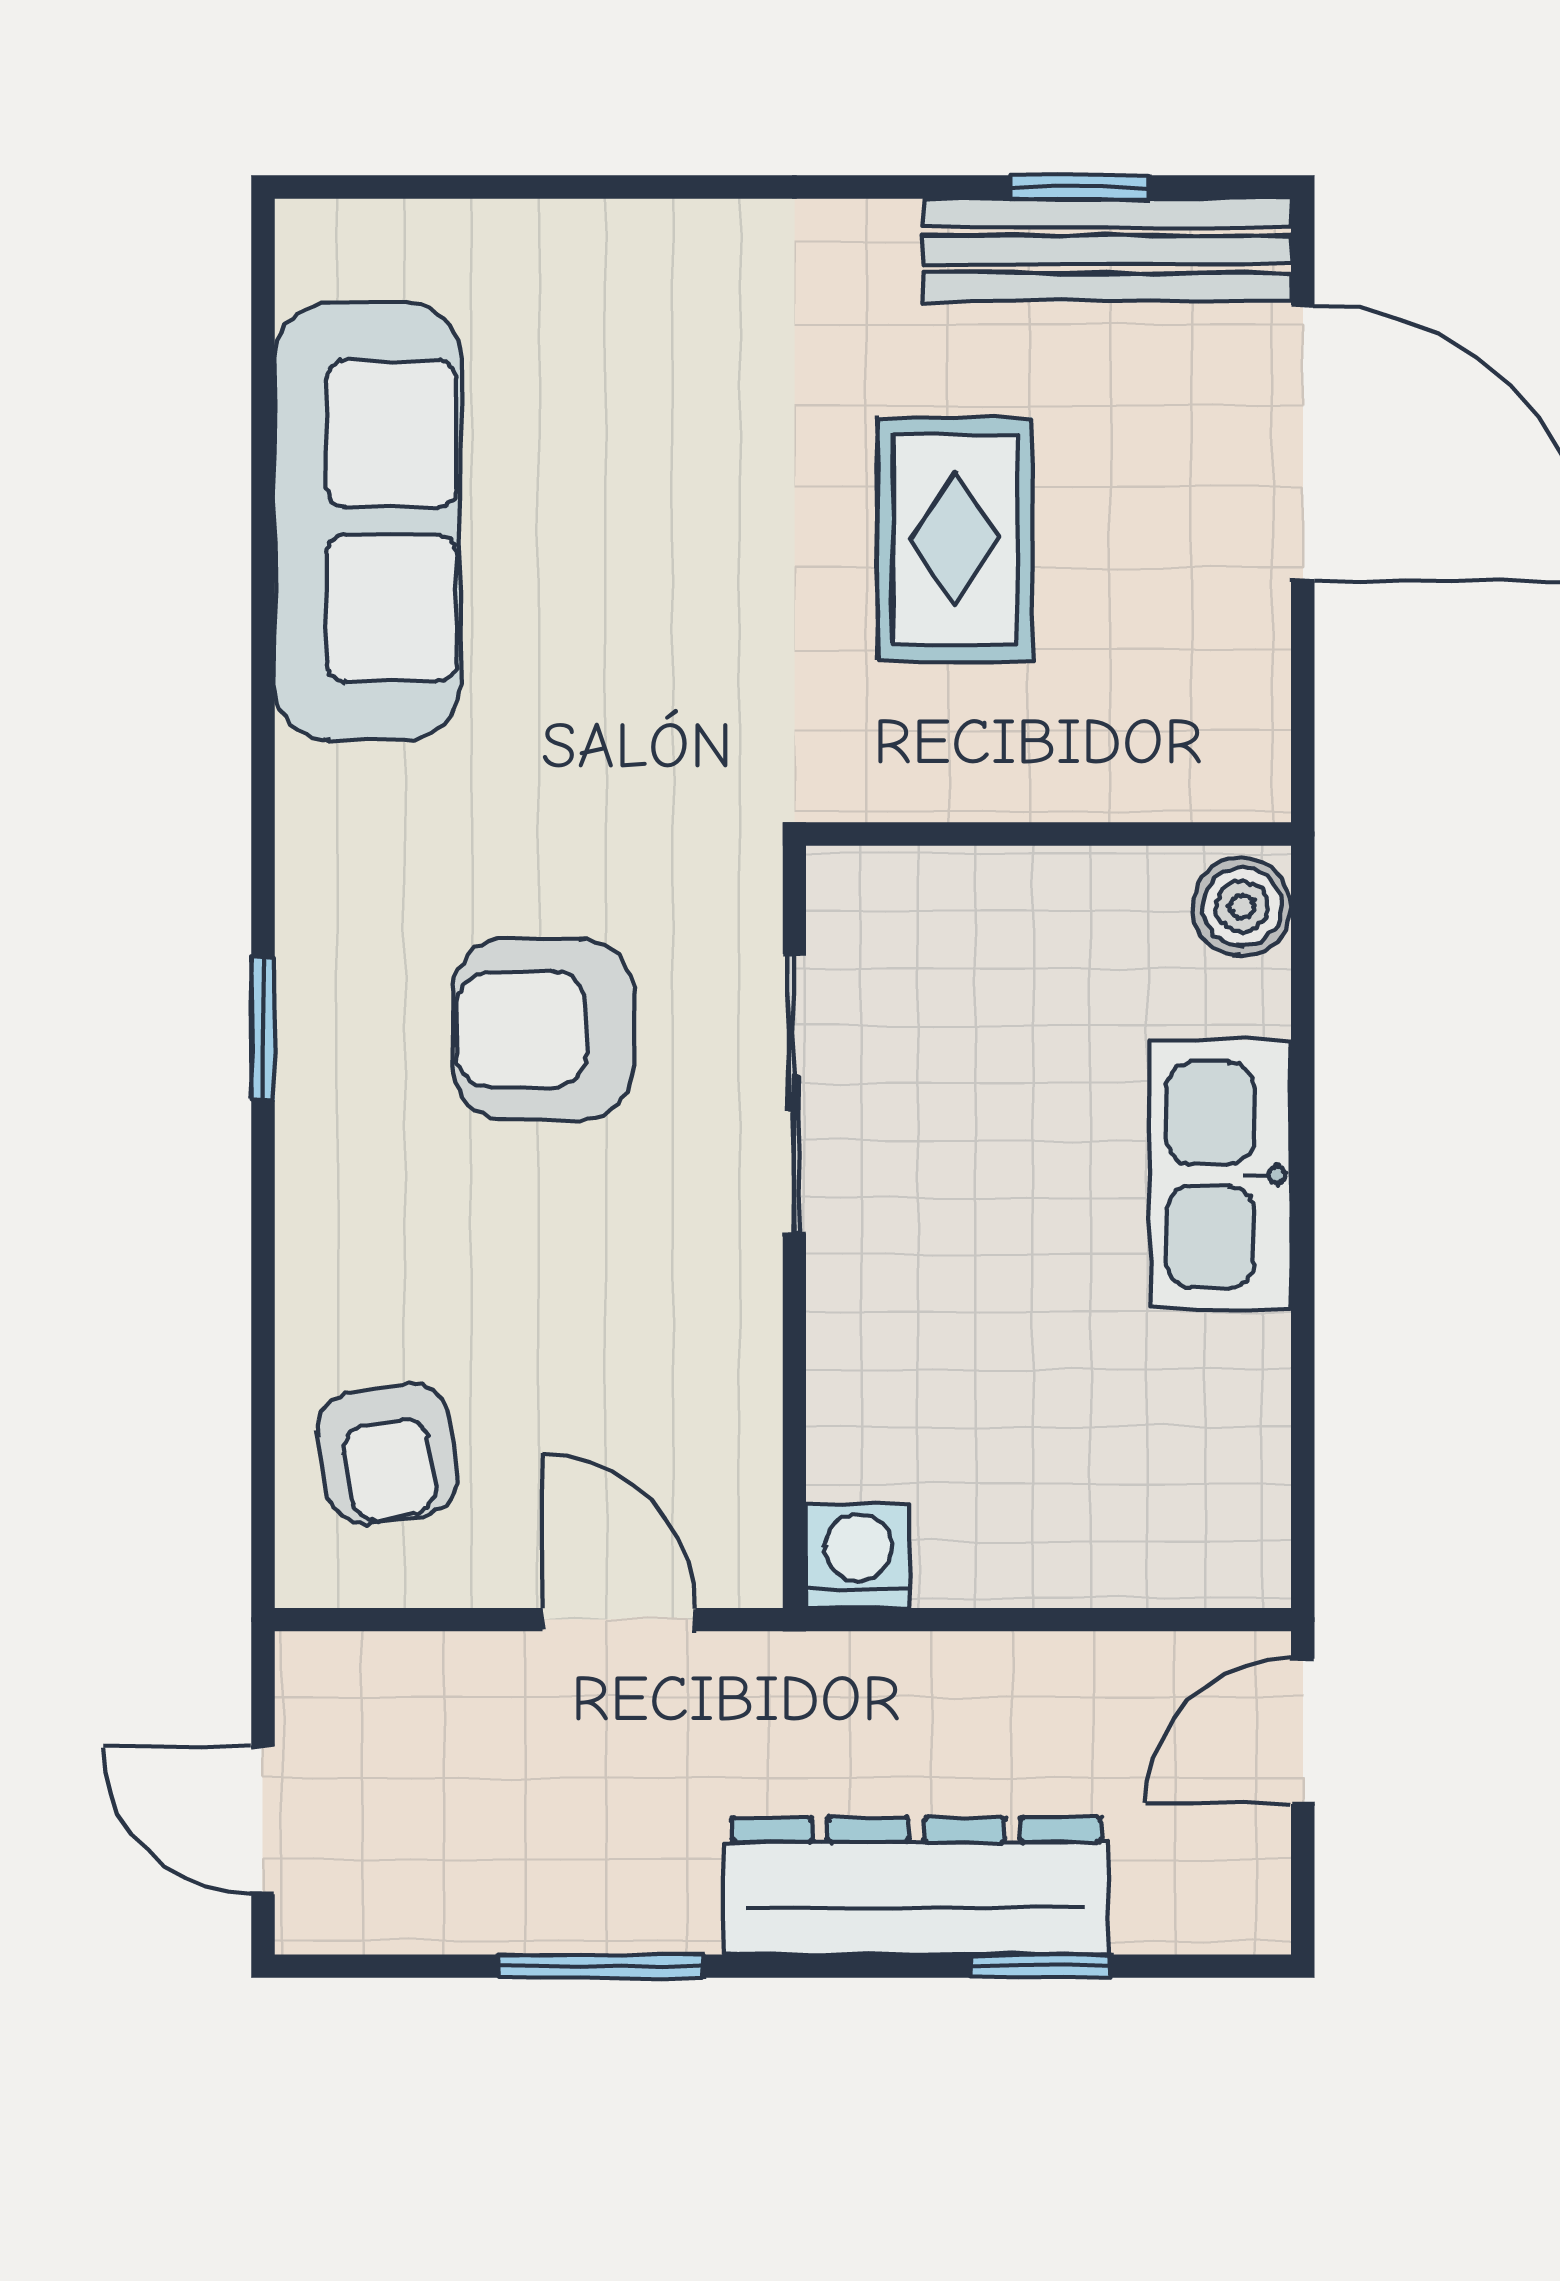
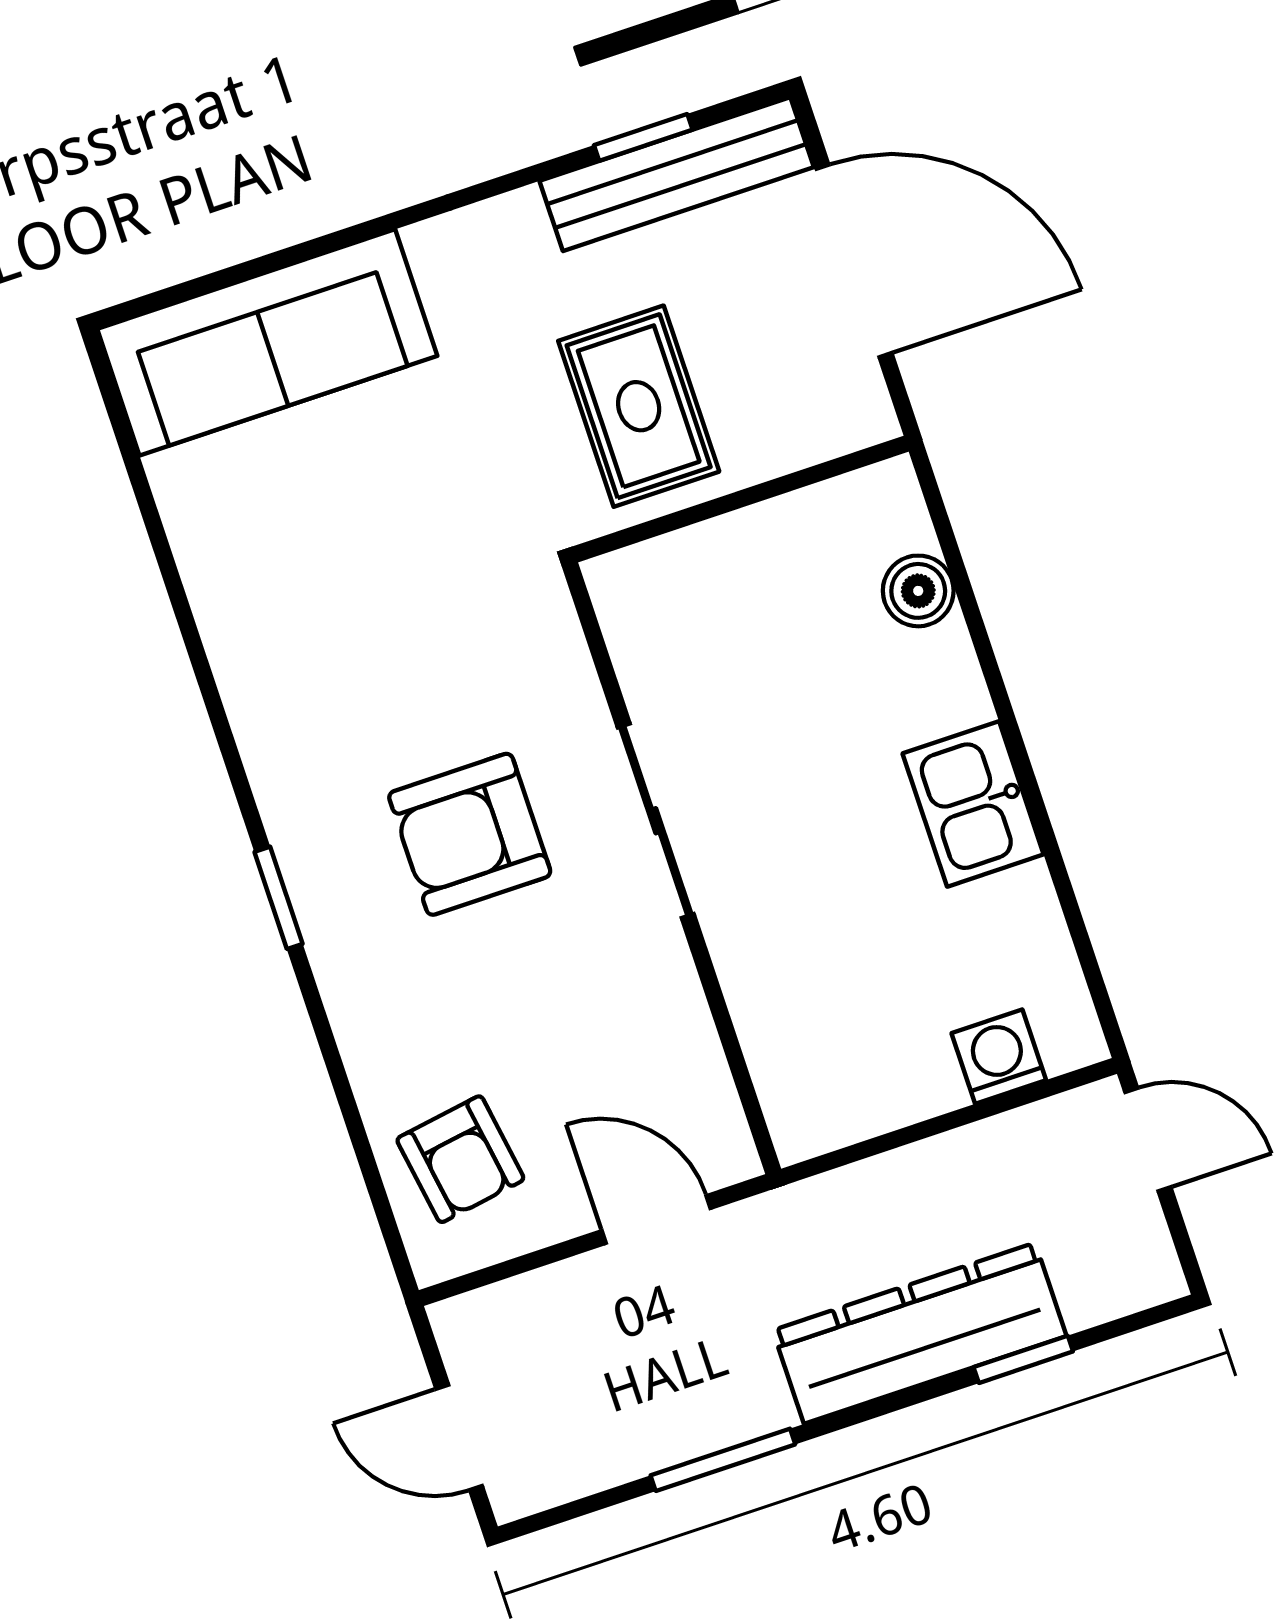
sofa: (367, 521) -> (267, 342), moved, turned 90
wall: (1049, 834) -> (741, 499), moved
kitchen sink: (1220, 1175) -> (973, 804), width x0.73
washing machine: (858, 1556) -> (999, 1057), moved
door: (1303, 1731) -> (1148, 1140), swing flipped

